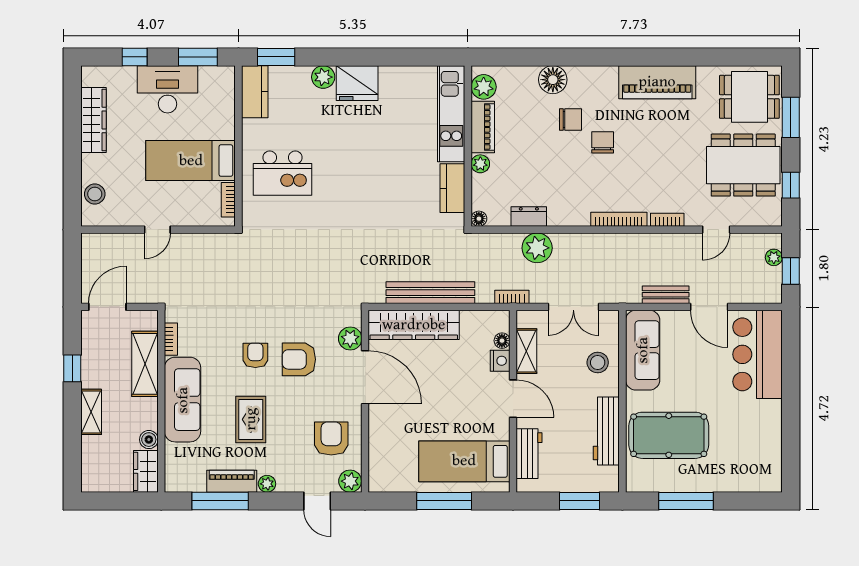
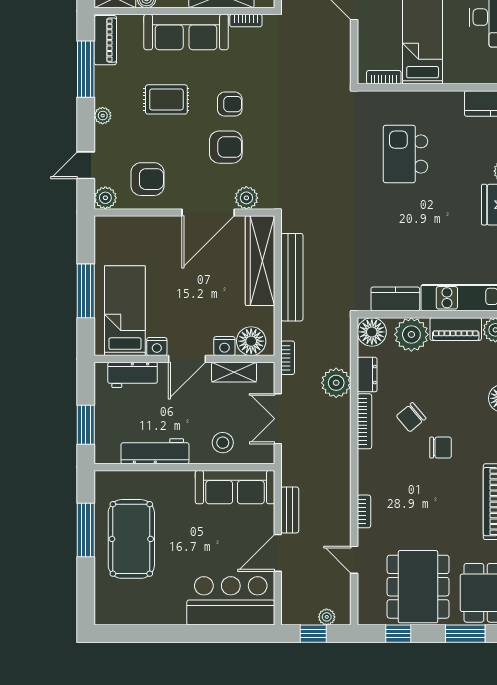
chair: (570, 119) -> (411, 417), moved, turned 50
plant: (480, 164) -> (411, 334), width x1.87, depth x1.87
kitchen island: (282, 173) -> (405, 154), moved
floor lamp: (479, 219) -> (372, 332), width x1.89, depth x1.89
bookcase: (619, 219) -> (364, 421), moved
floor lamp: (502, 341) -> (251, 341), width x1.89, depth x1.89
armchair: (299, 359) -> (226, 147), turned 90
nightstand: (501, 429) -> (157, 347), added
pool table: (669, 435) -> (131, 539), moved
piano: (232, 481) -> (105, 40), moved

